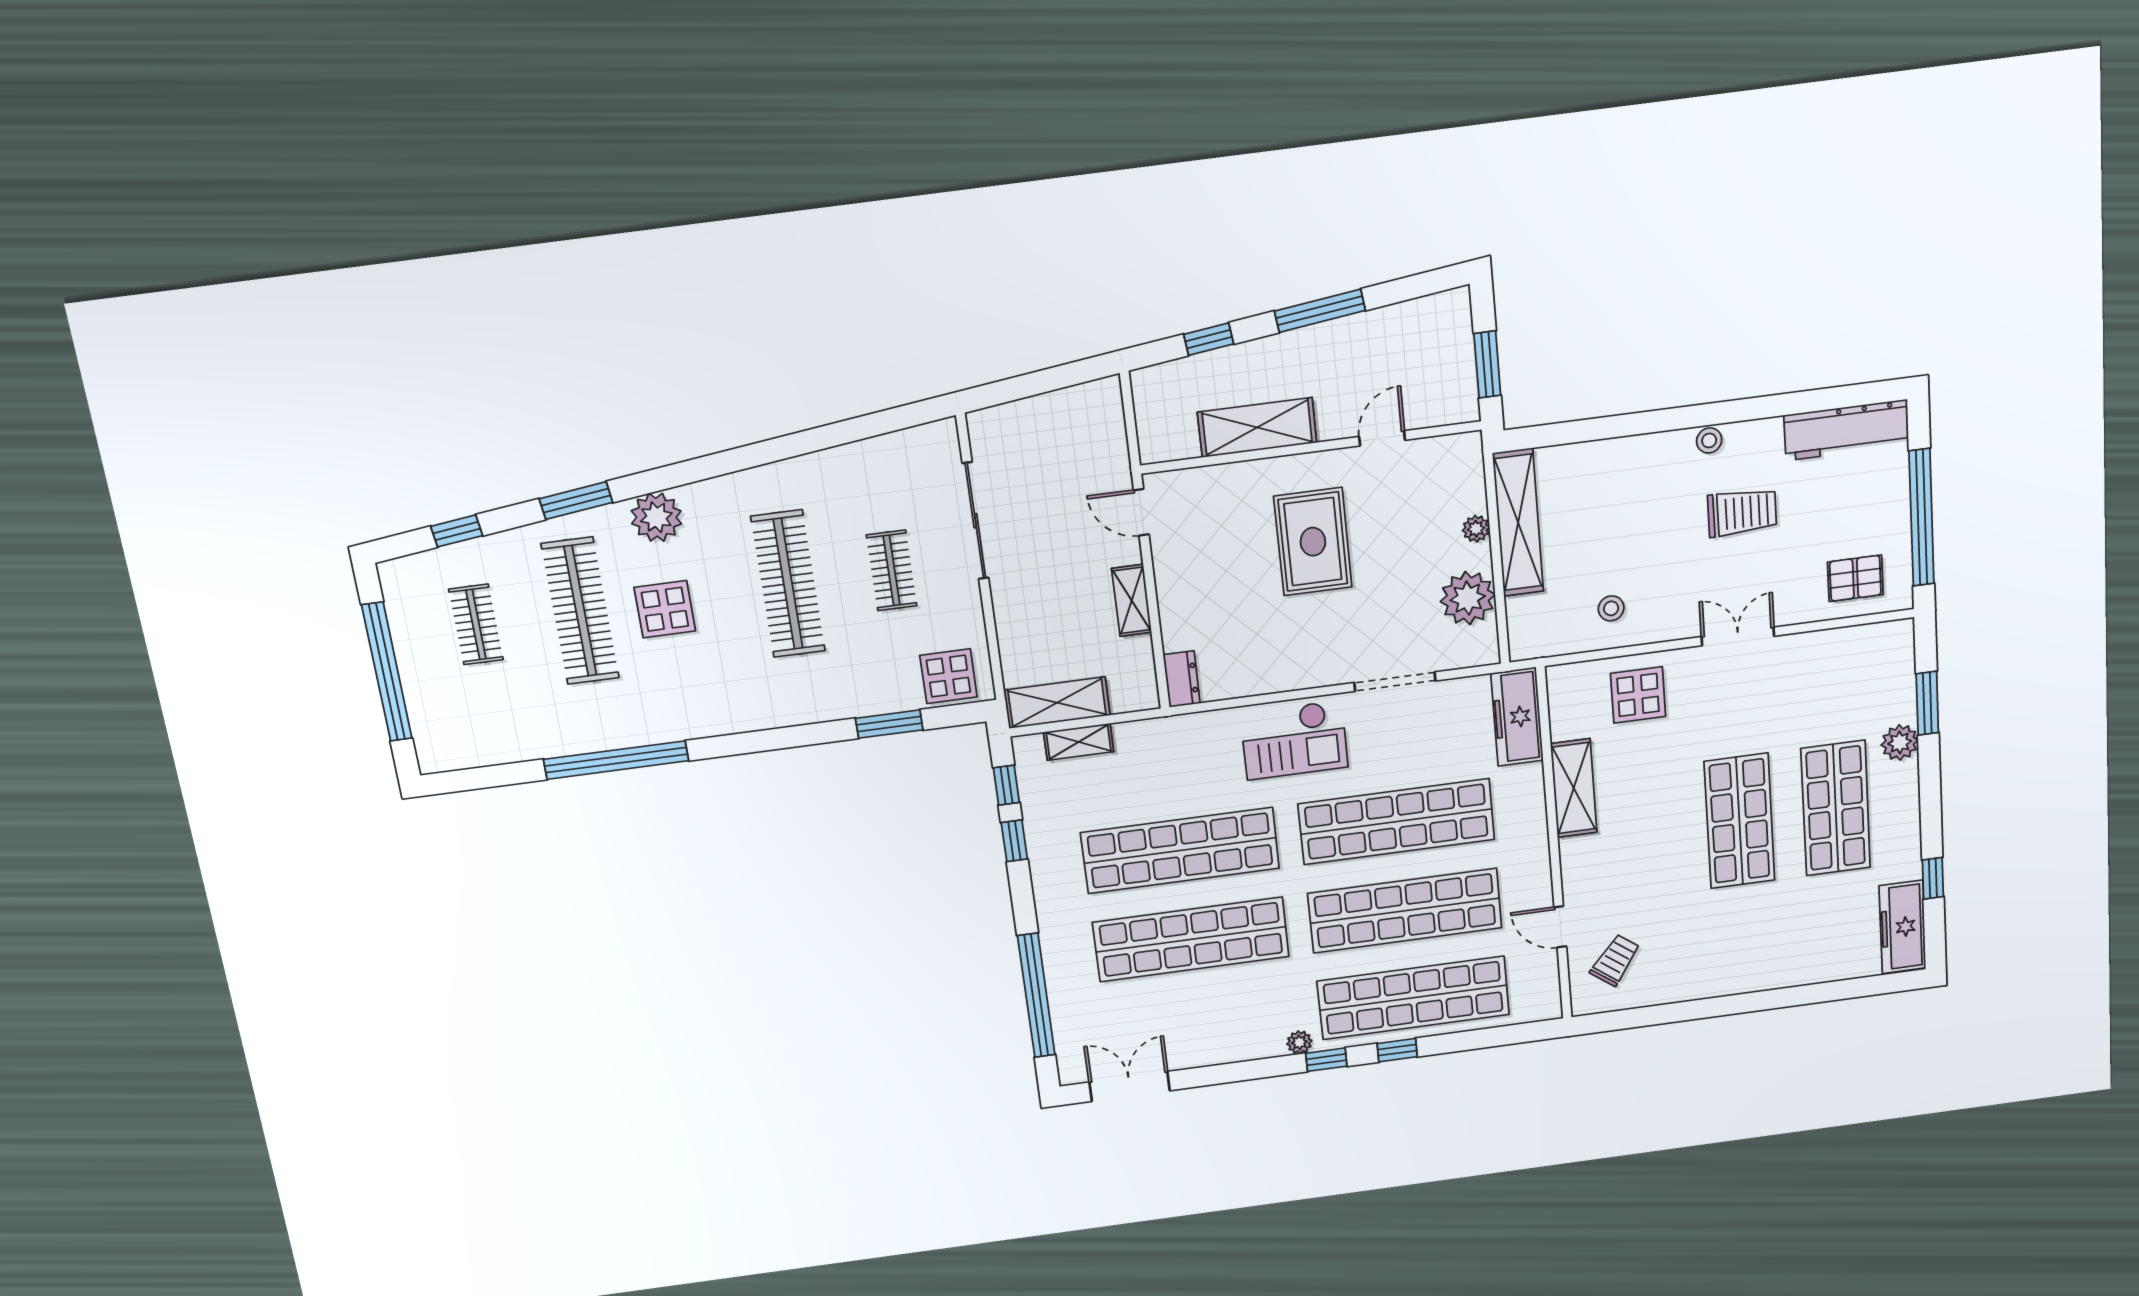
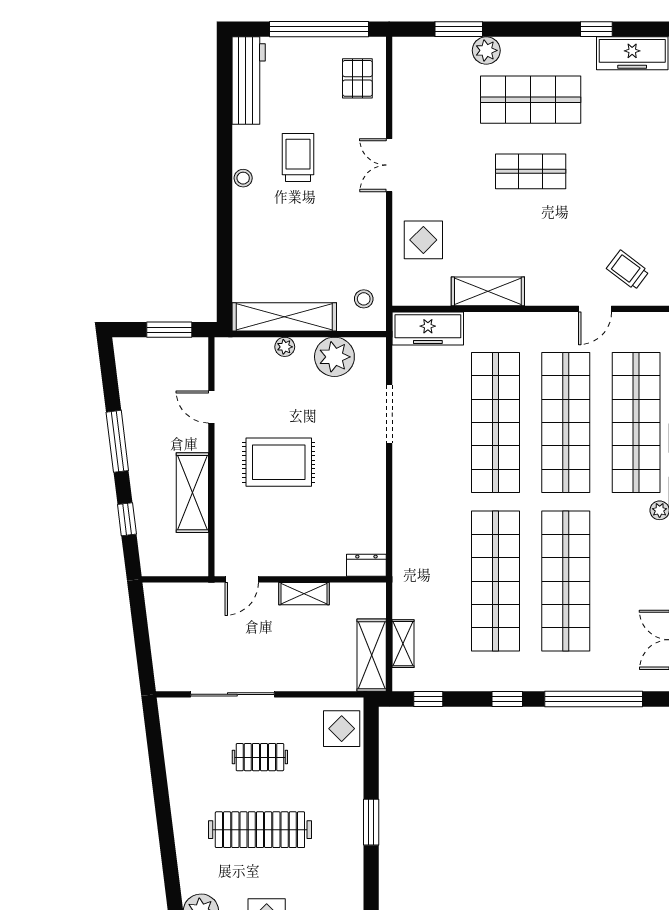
stool: (1611, 608) -> (364, 299), moved
window: (889, 724) -> (371, 822), moved
checkout: (1294, 740) -> (423, 490), removed
shop shelf: (1739, 821) -> (531, 171), width x0.70, depth x0.74
window: (1014, 841) -> (507, 699), moved

